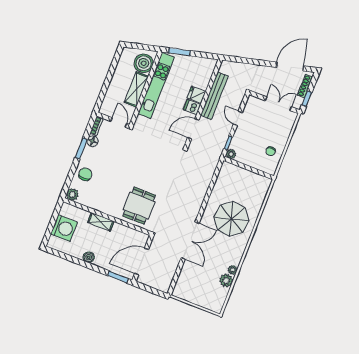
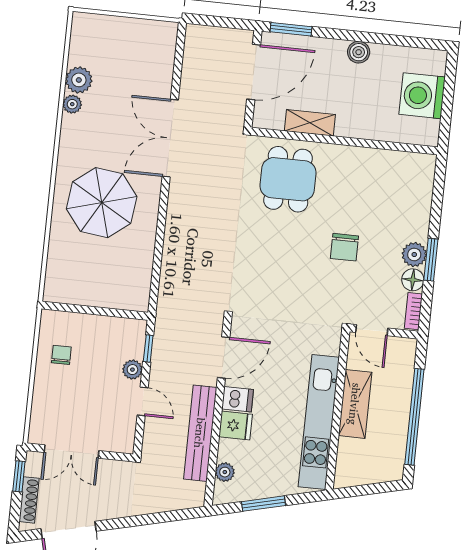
window: (179, 52) -> (263, 504), moved
boiler: (144, 63) -> (355, 458), removed
plant: (208, 74) -> (225, 472), added
window: (110, 75) -> (414, 417), added
plant: (231, 154) -> (132, 370), moved
chair: (85, 174) -> (344, 247), moved
plant: (72, 195) -> (414, 254), moved
shelving: (101, 222) -> (310, 123), moved

